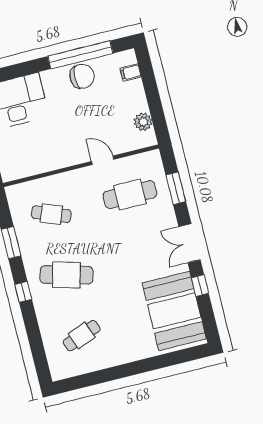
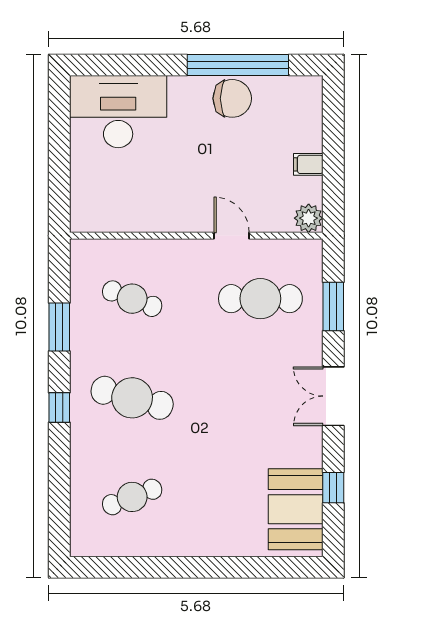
filing cabinet: (131, 72) -> (308, 164), moved
plant: (143, 122) -> (309, 218), moved
window: (200, 286) -> (333, 488), moved
booth: (174, 311) -> (296, 509), width x0.73, depth x0.70

